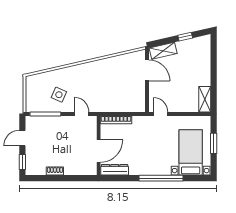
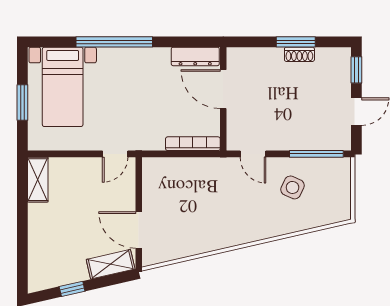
door: (161, 114) -> (115, 154), hinge flipped
door: (99, 151) -> (223, 89), hinge flipped
window: (57, 178) -> (296, 42), added

